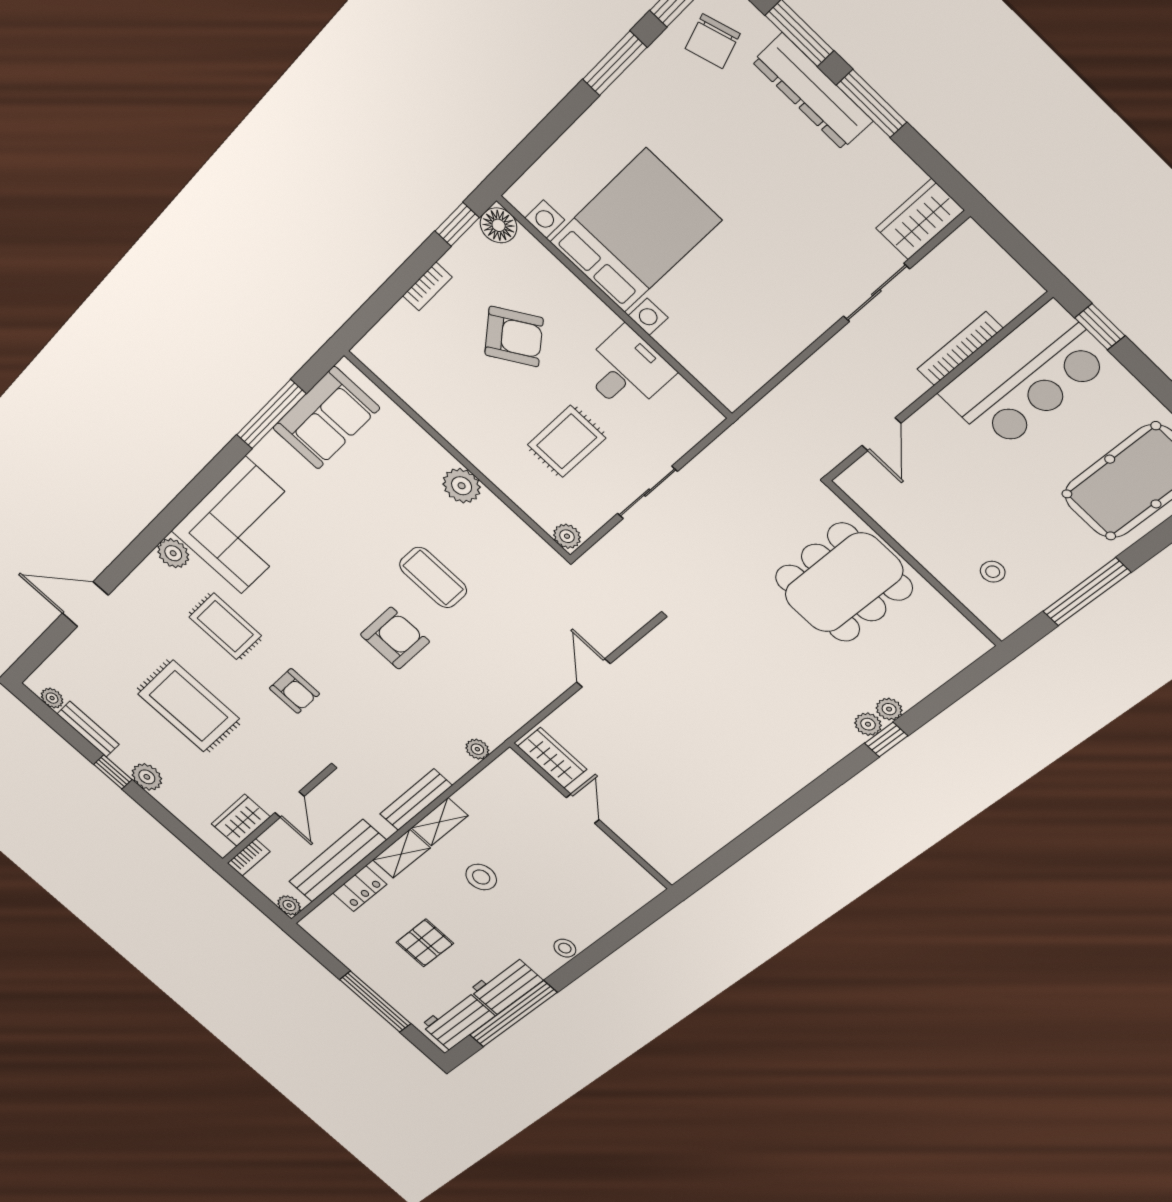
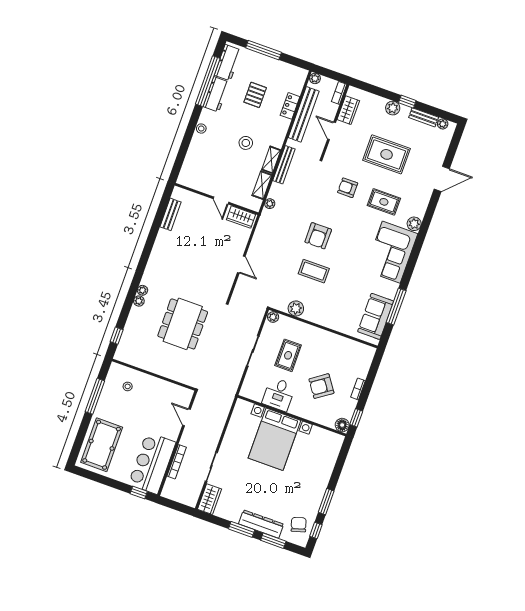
bed with nightstands: (635, 231) -> (274, 439), moved
plant: (462, 486) -> (296, 308), moved
dining table: (844, 583) -> (183, 324), moved
plant: (889, 709) -> (142, 290), moved
window: (886, 739) -> (117, 336), moved
bench: (708, 842) -> (171, 214), added
shelving: (401, 854) -> (262, 185), moved

